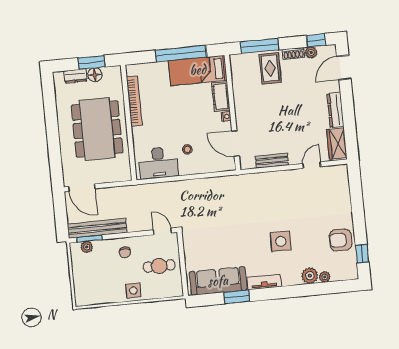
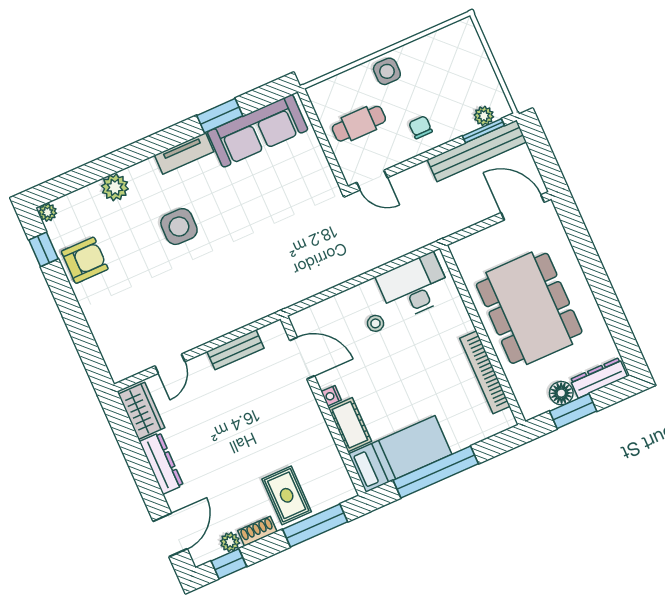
dresser: (75, 76) -> (599, 378), width x1.44
plant: (325, 277) -> (47, 212), moved

